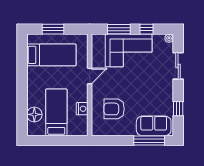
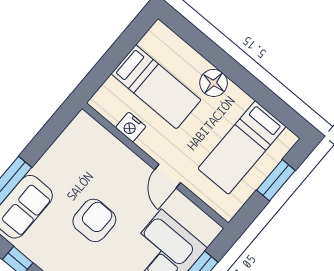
armchair: (114, 109) -> (94, 220), moved
floor lamp: (34, 114) -> (214, 83), moved

